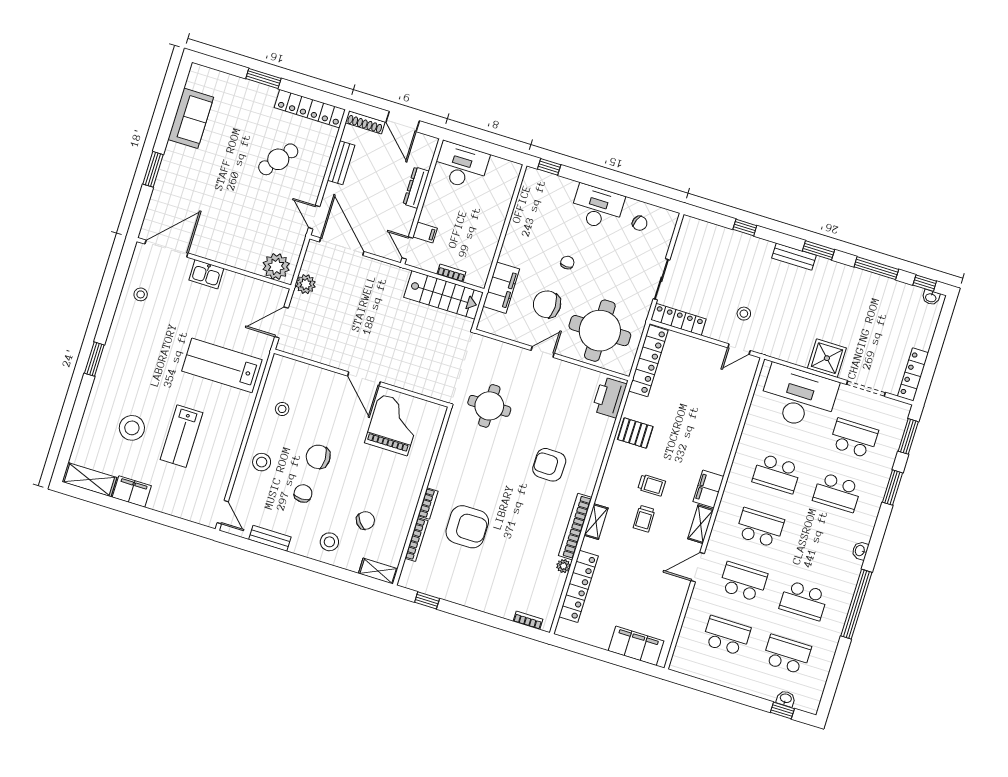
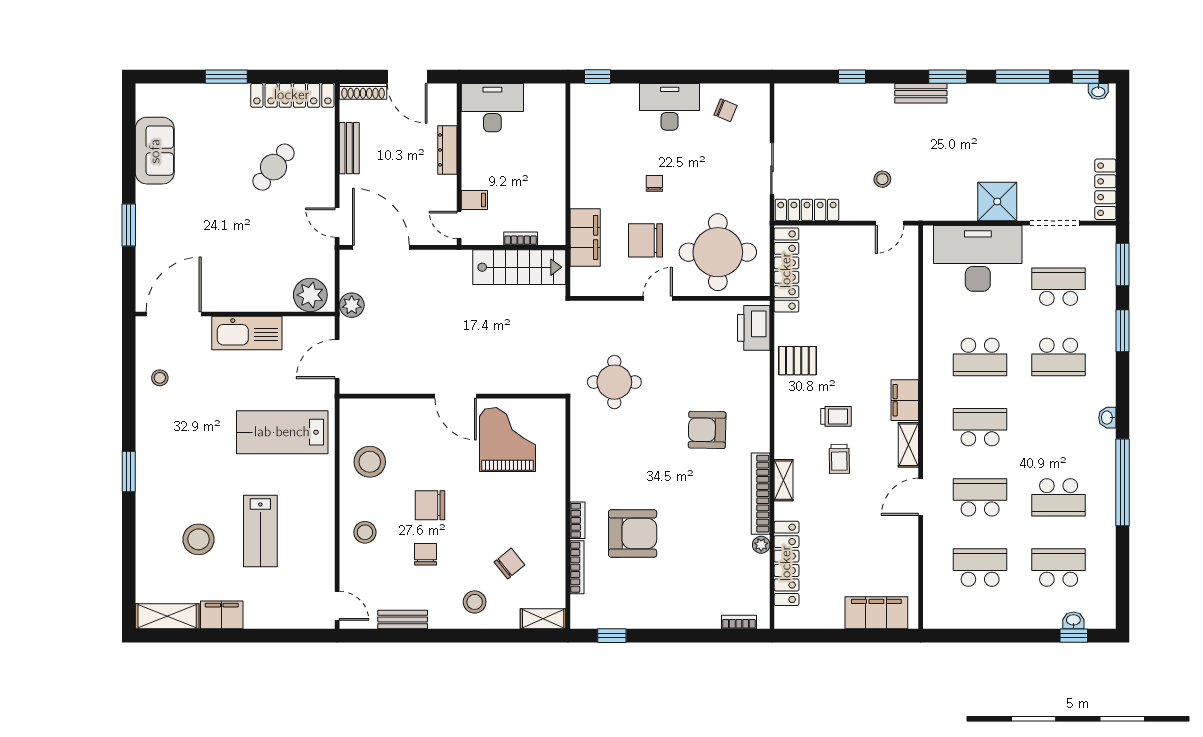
kitchen sink: (206, 274) -> (247, 333), width x1.88, depth x1.24
stool: (282, 409) -> (370, 462), width x1.89, depth x1.89

